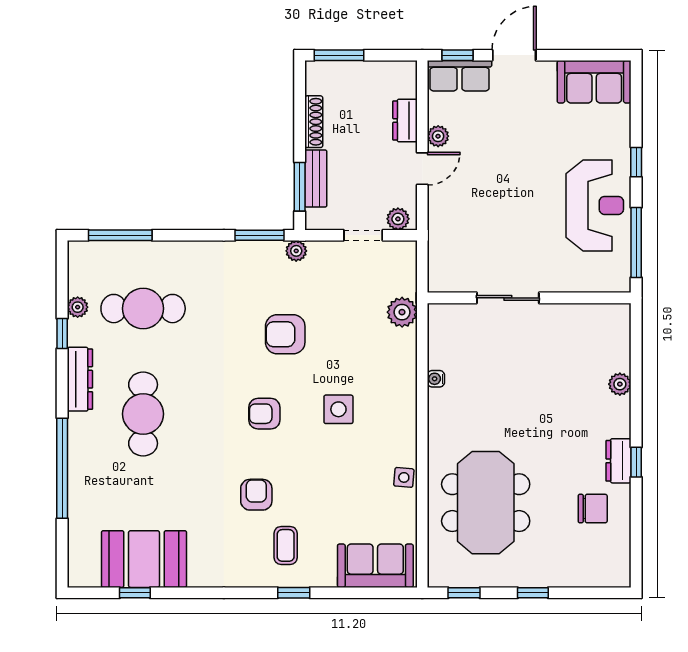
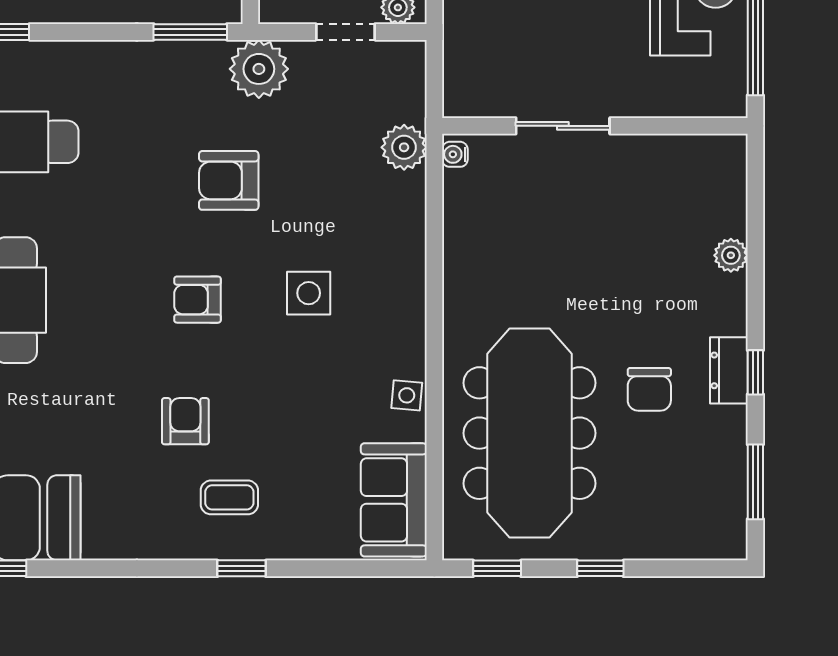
plant: (296, 251) -> (259, 69), width x1.88, depth x1.88
water cooler: (436, 379) -> (455, 154), moved
meeting table: (486, 503) -> (530, 433), width x1.36
chair: (593, 509) -> (649, 389), moved, turned 90
window: (636, 535) -> (755, 482), added
coffee table: (286, 545) -> (229, 497), turned 90
sofa: (375, 566) -> (394, 500), moved, turned -90

